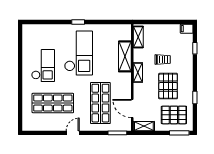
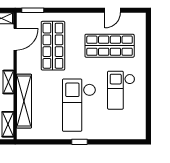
shelving: (125, 56) -> (24, 101), width x1.47
door: (132, 108) -> (15, 39), hinge flipped
door: (73, 133) -> (113, 10), moved

